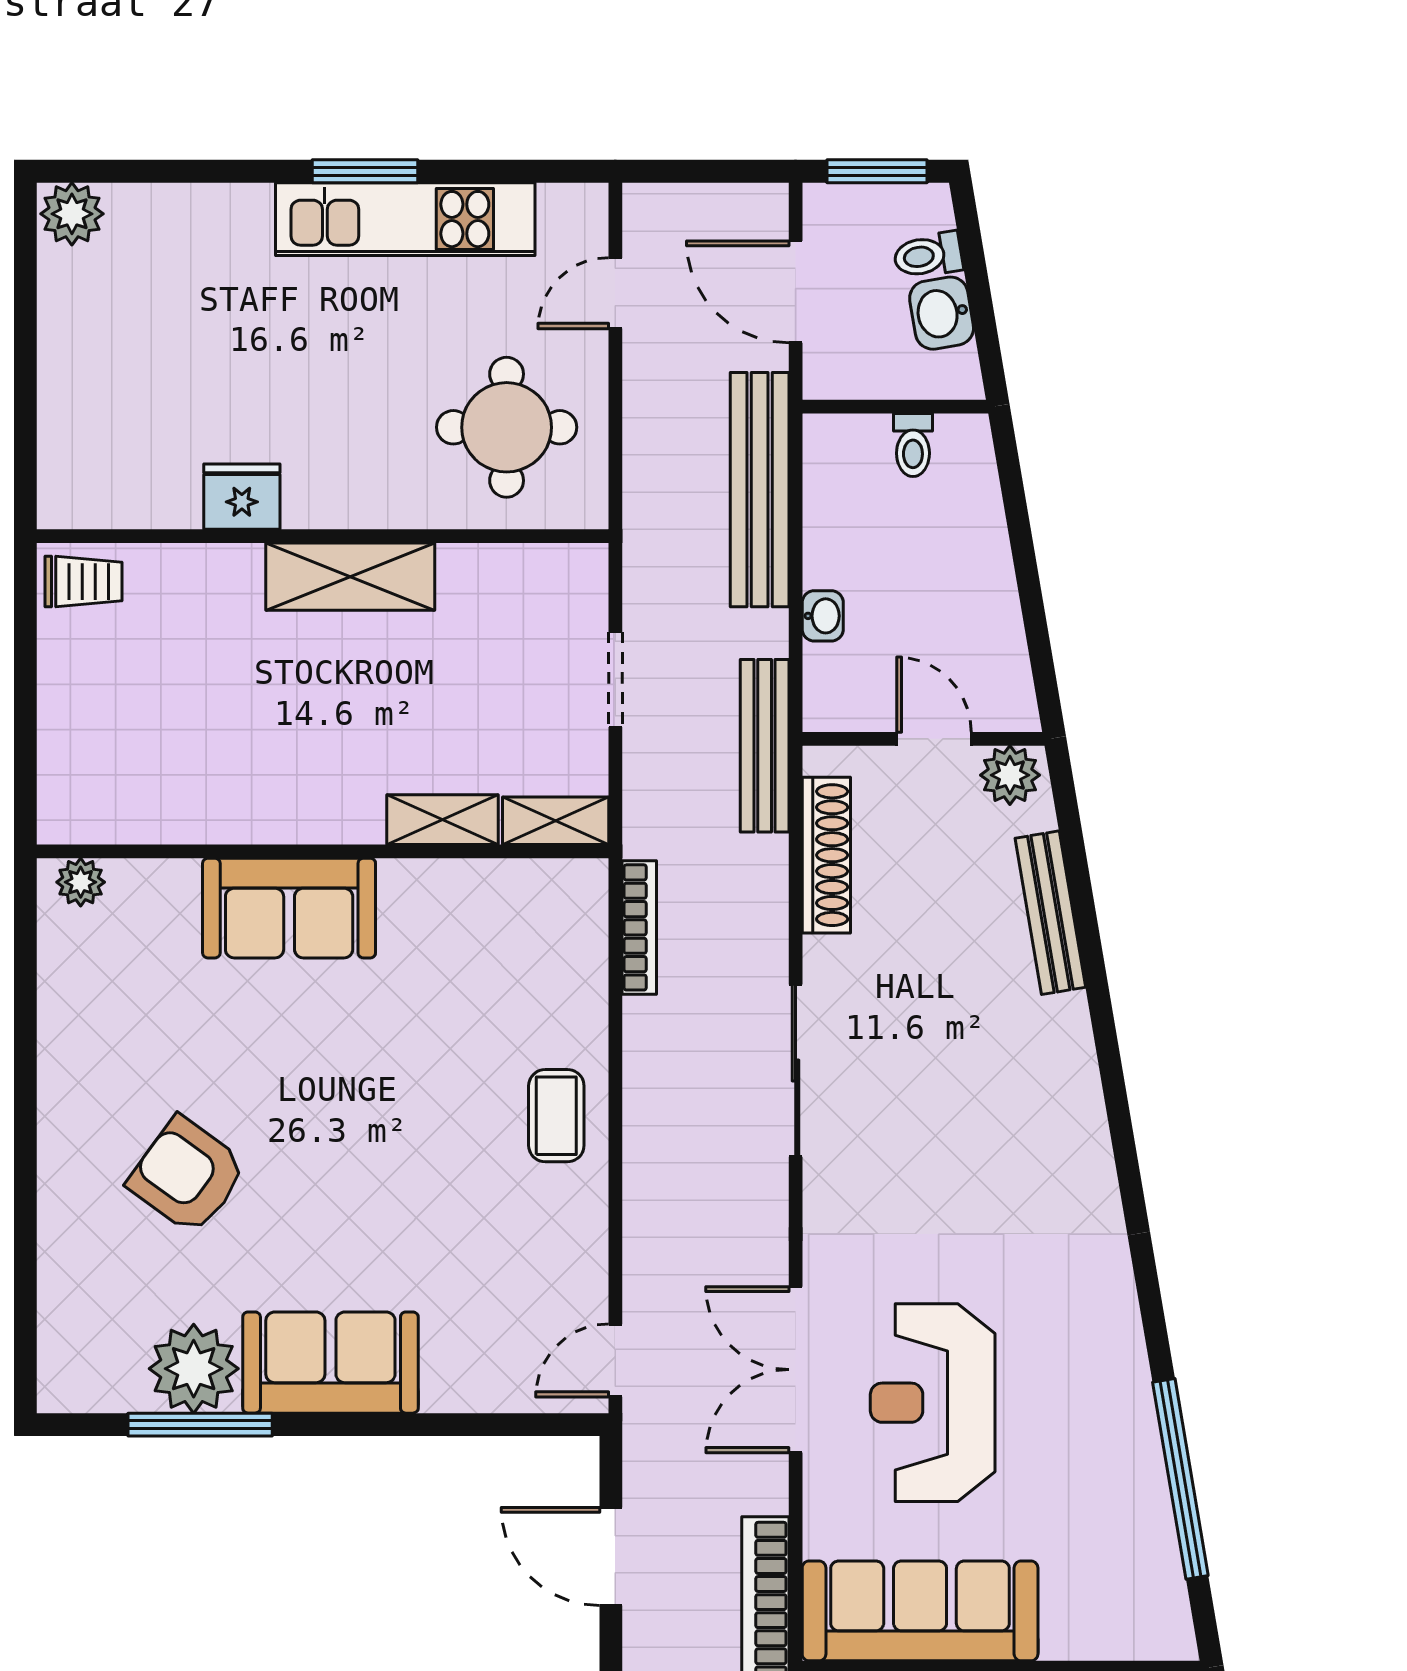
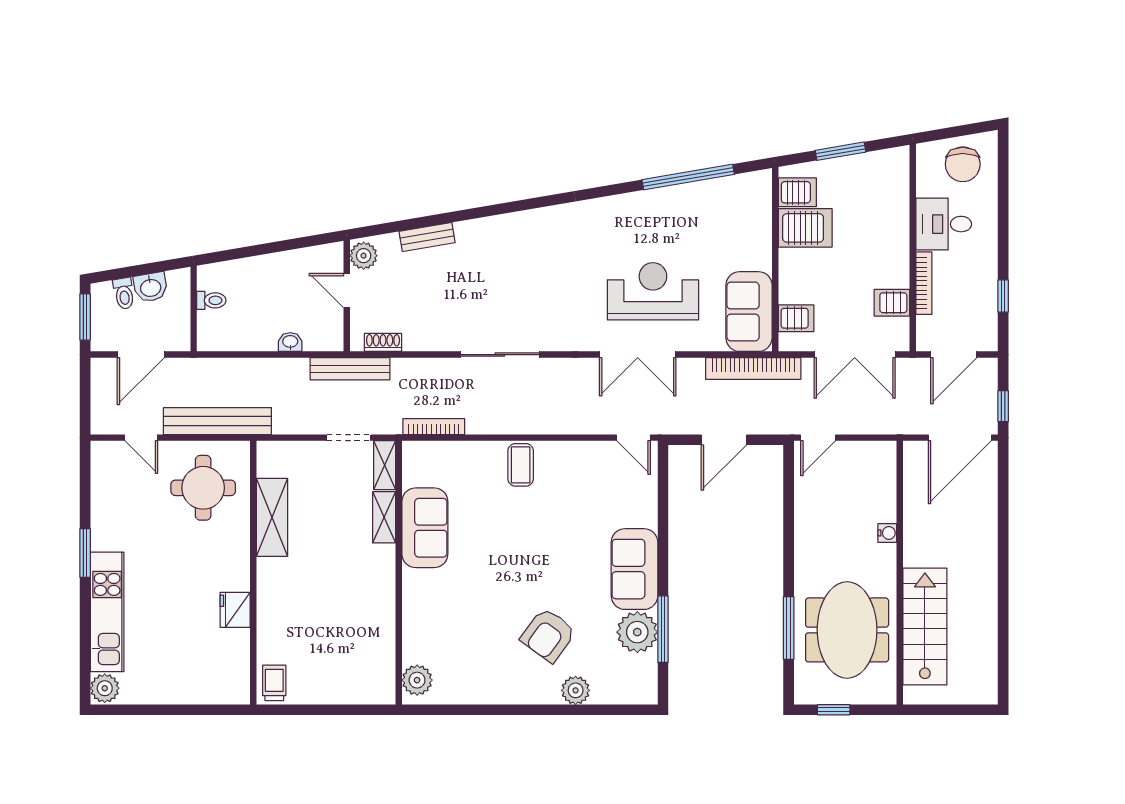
kitchen unit: (405, 219) -> (107, 612), moved
bench: (760, 490) -> (217, 421), moved
shelving: (350, 577) -> (272, 517), moved
doorway: (615, 679) -> (349, 438), moved
door: (934, 739) -> (347, 291), hinge flipped
shoe rack: (826, 855) -> (383, 342), width x0.51, depth x0.81
plant: (81, 882) -> (417, 680), width x1.38, depth x1.38
sofa: (289, 908) -> (425, 528), moved
bench: (1050, 913) -> (427, 237), width x0.73
coffee table: (556, 1116) -> (521, 465), turned 90
plant: (67, 1235) -> (576, 690), added
reception desk: (933, 1403) -> (653, 291), turned 180
sofa: (920, 1611) -> (749, 312), width x0.73

